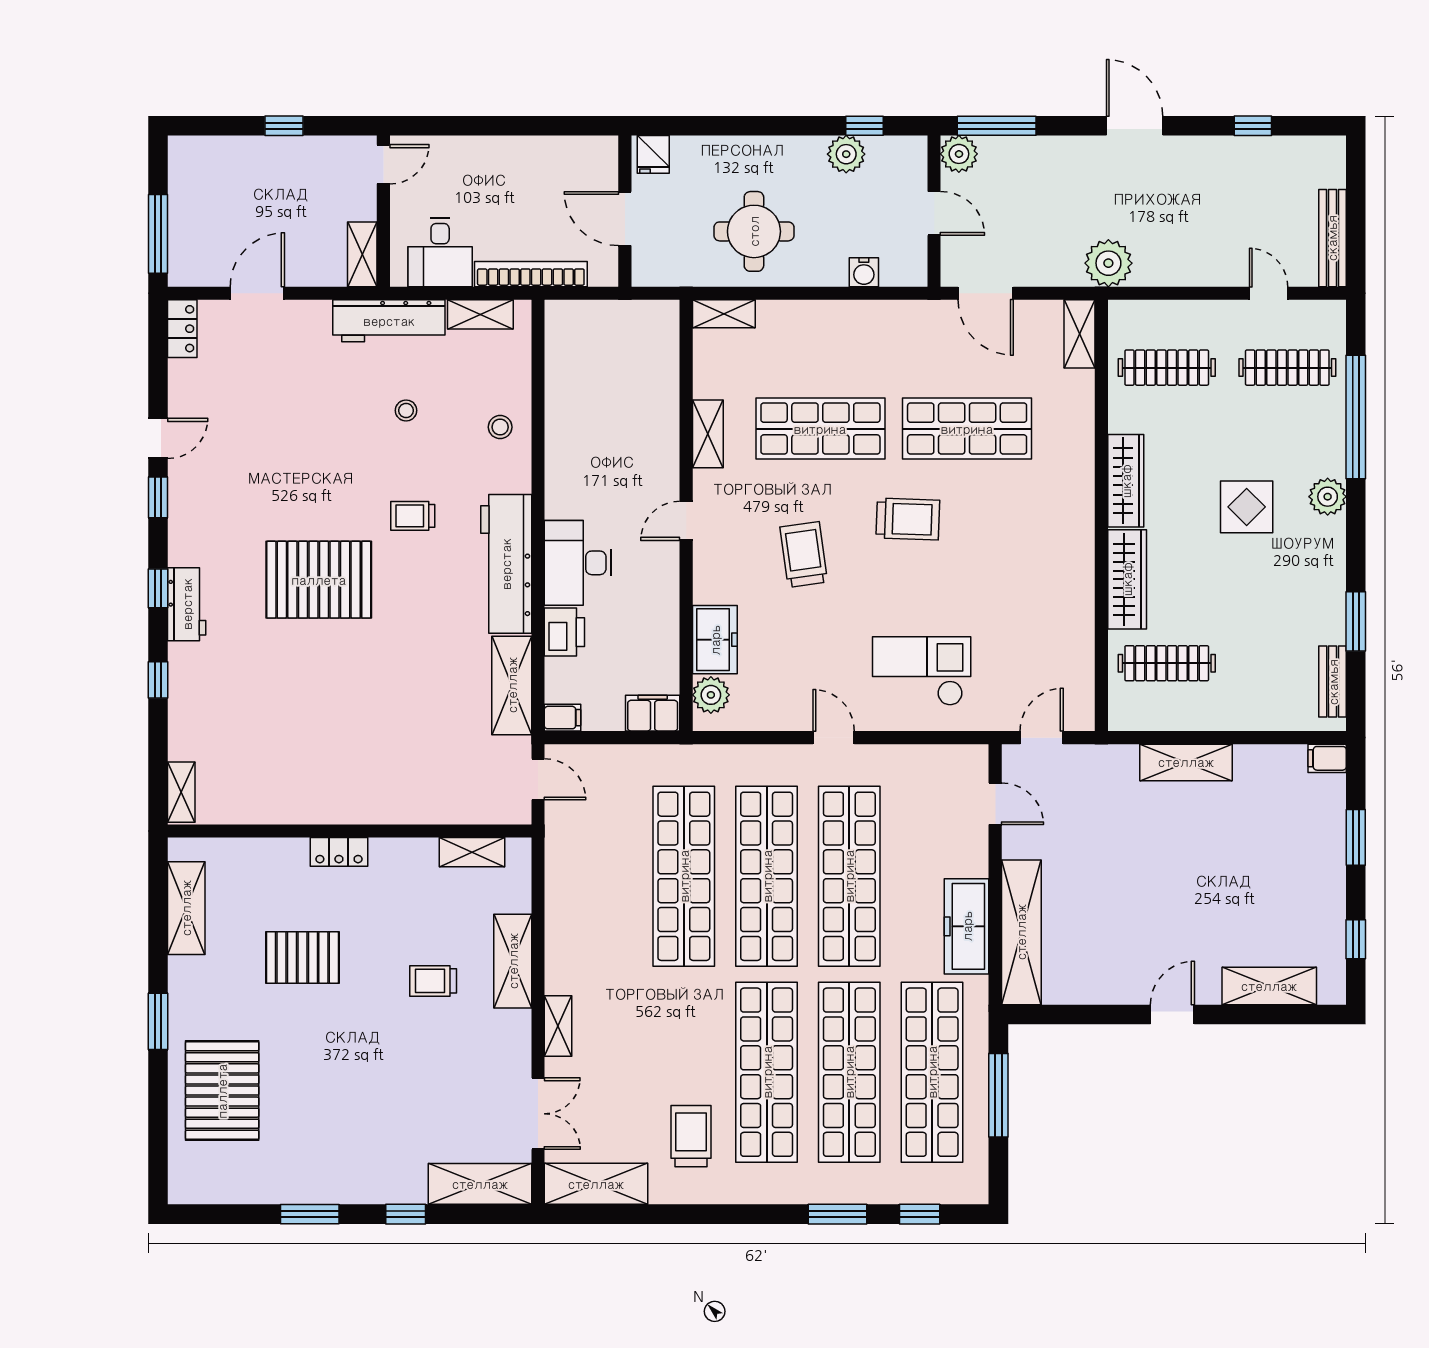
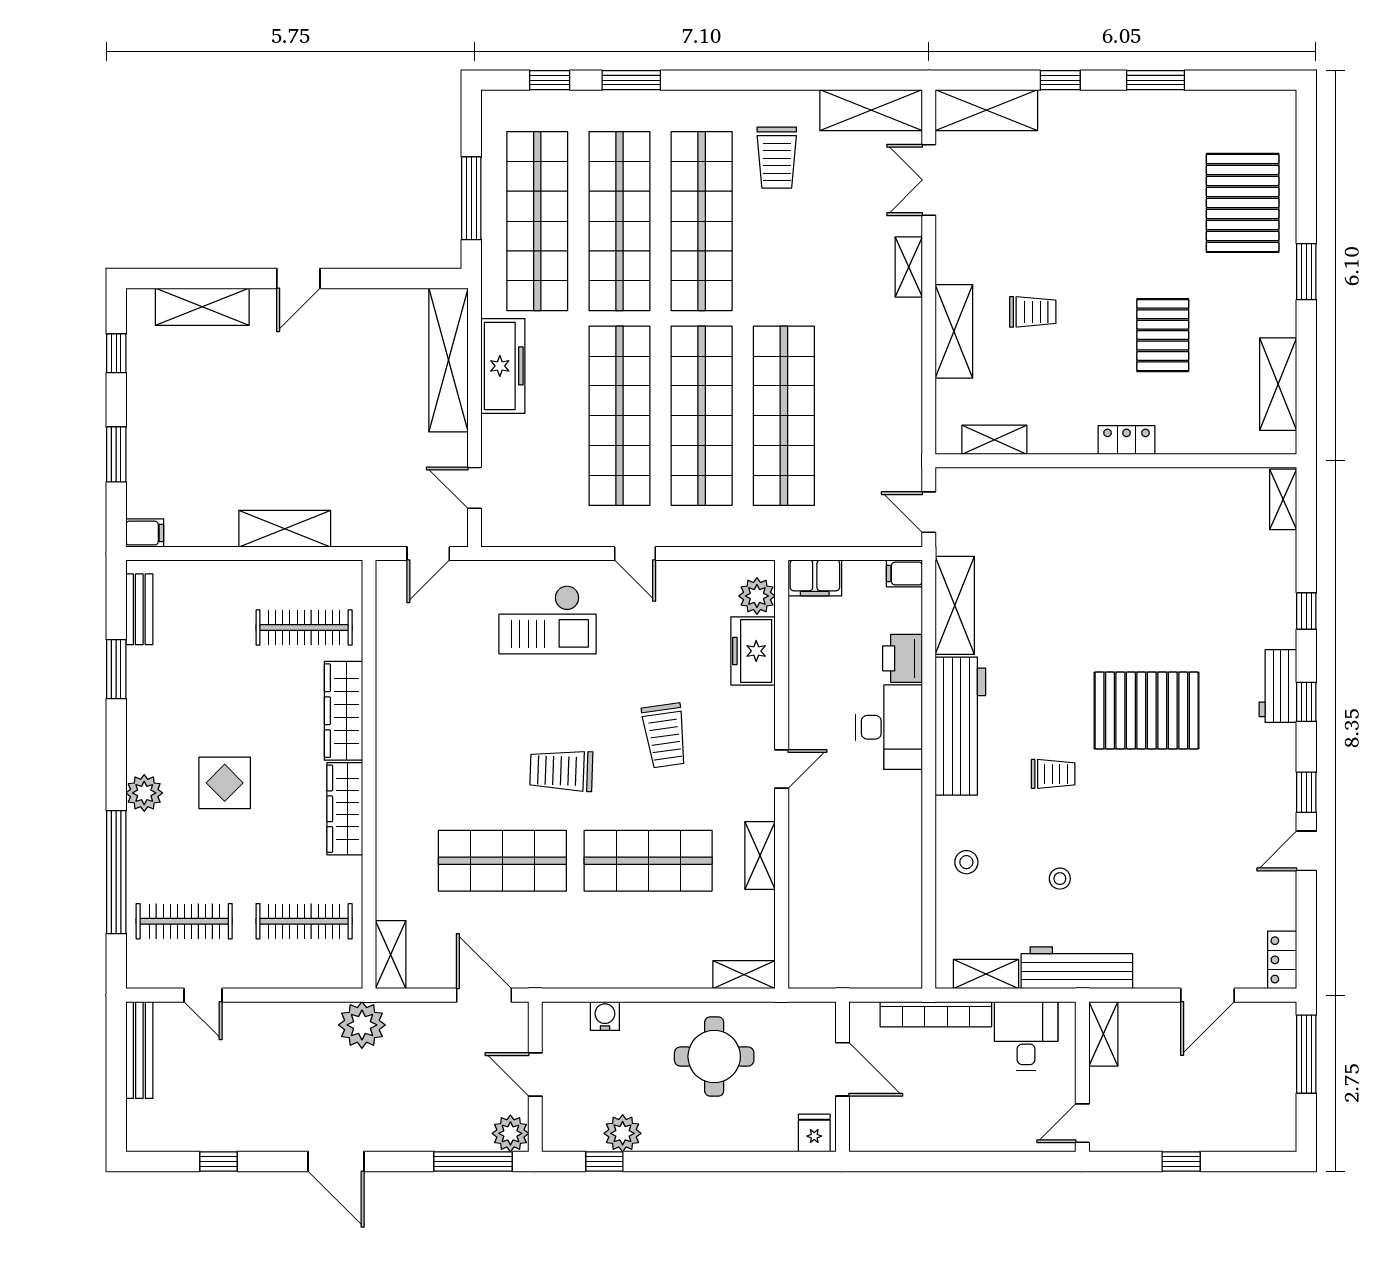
pallet: (302, 957) -> (1163, 335), turned 90

